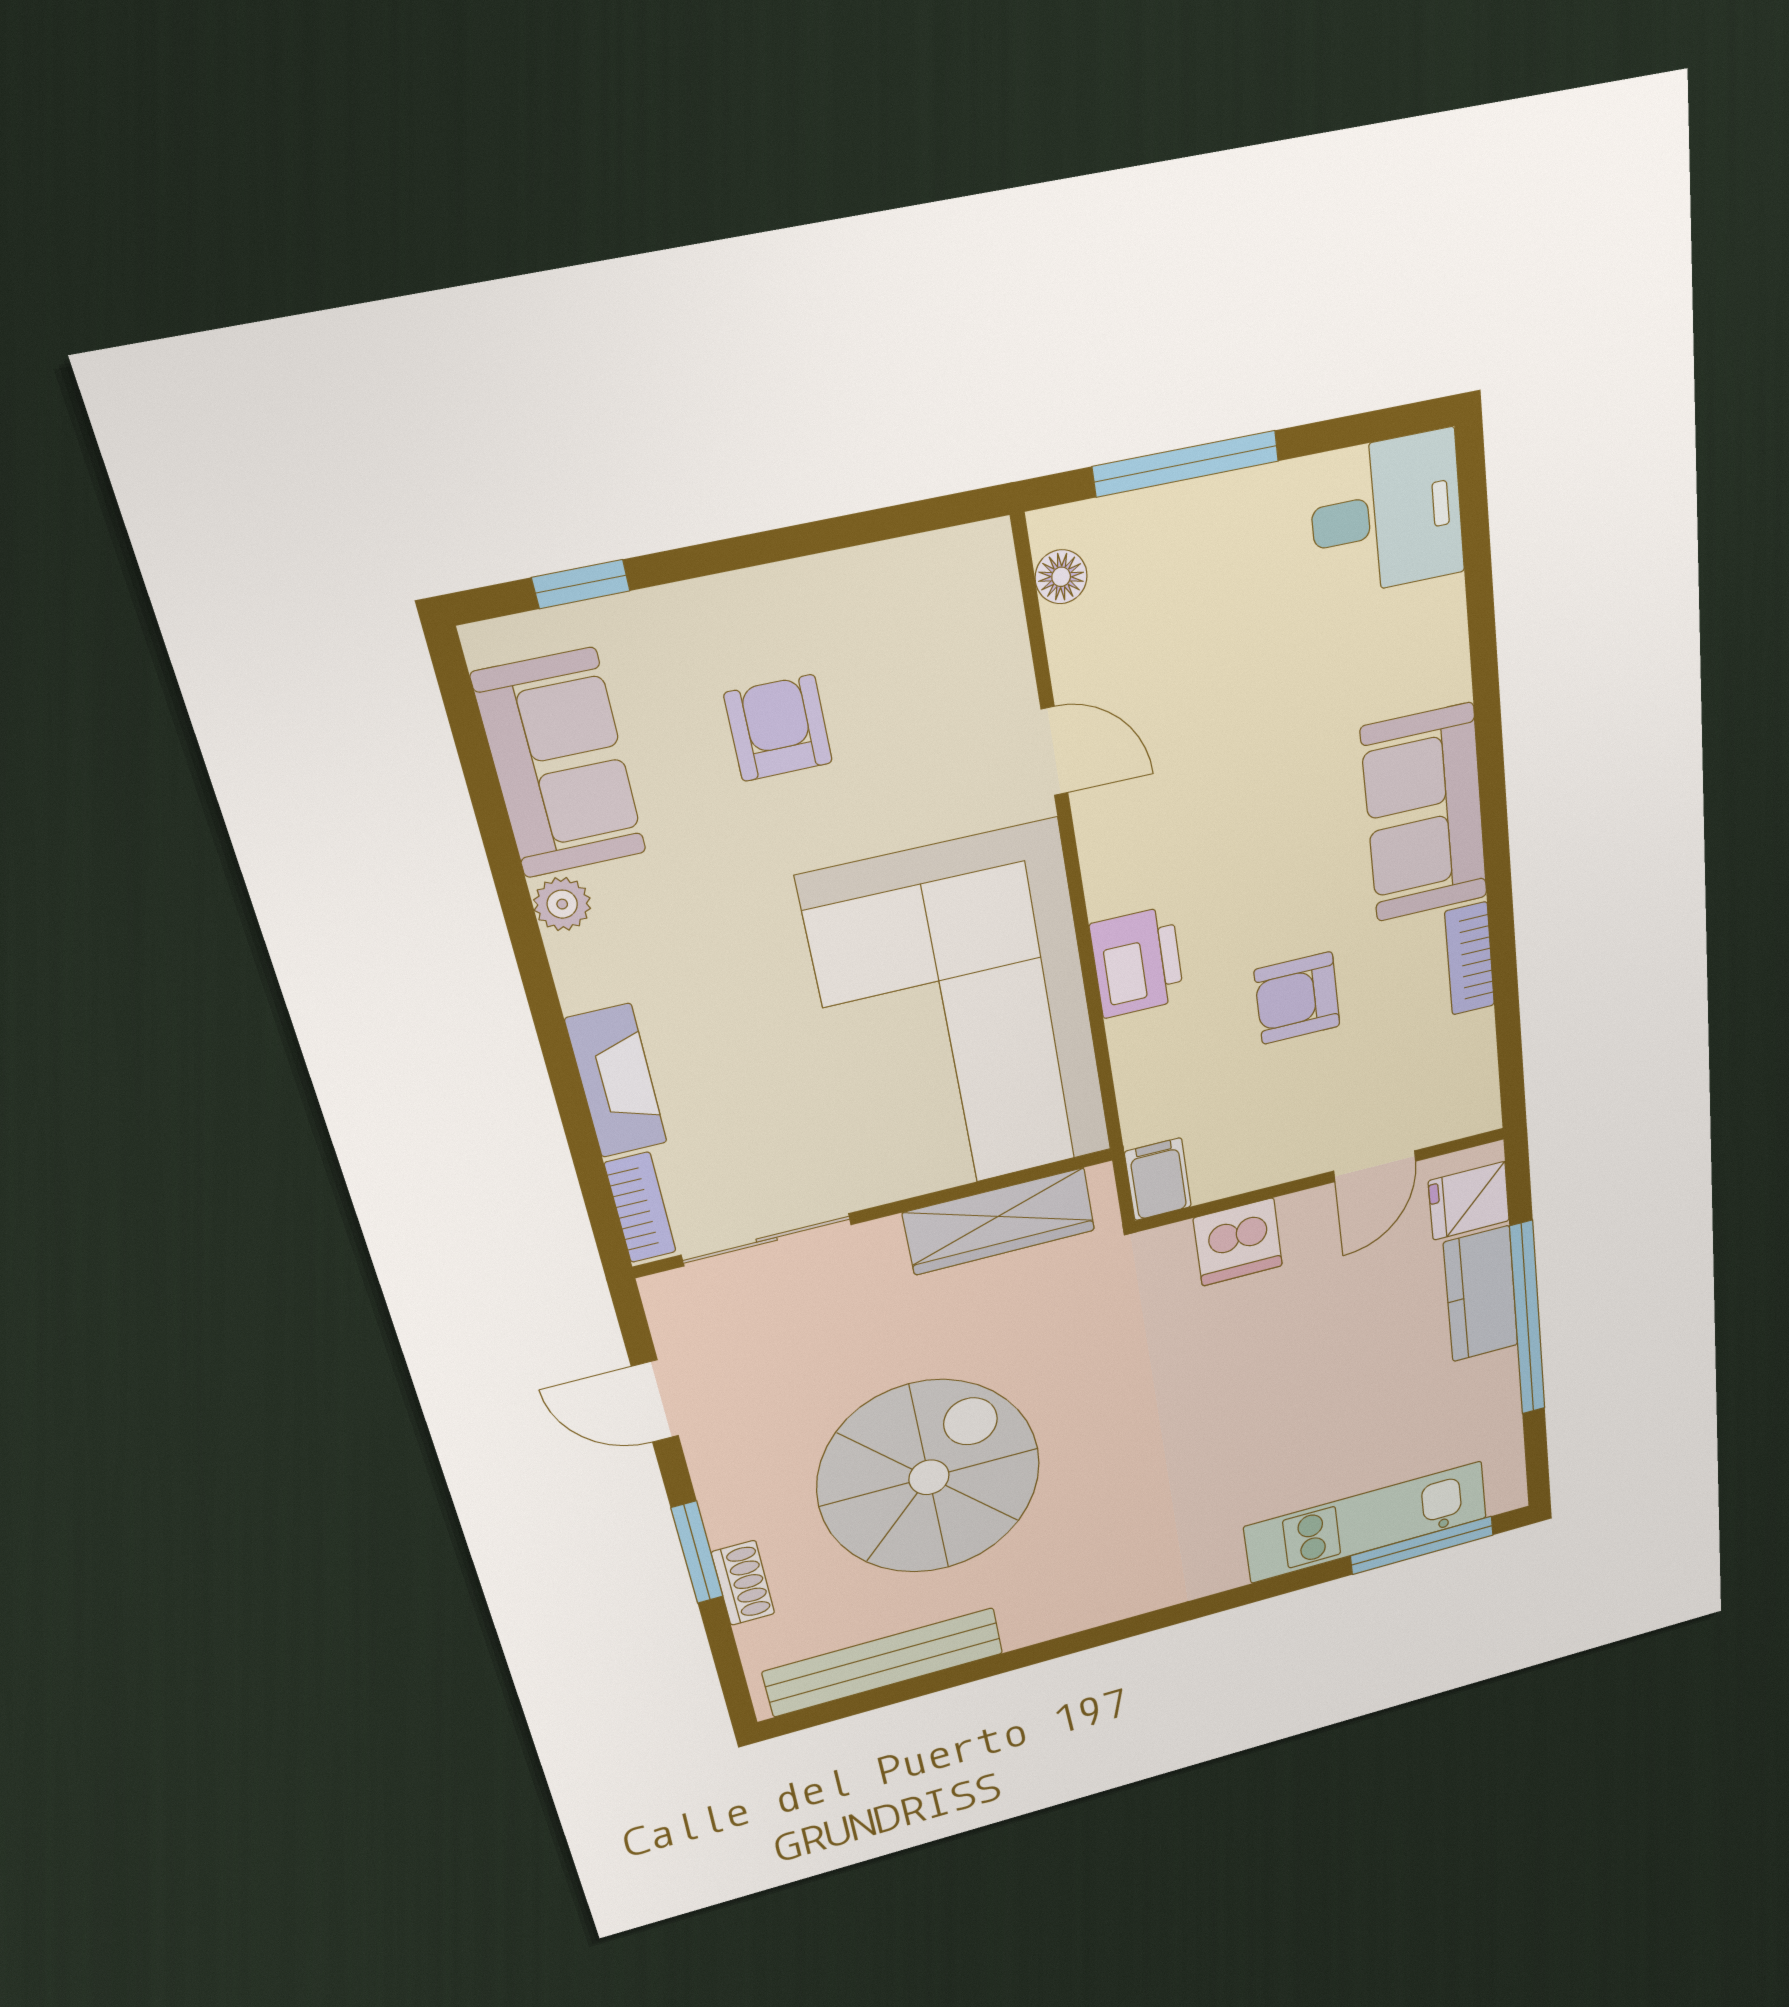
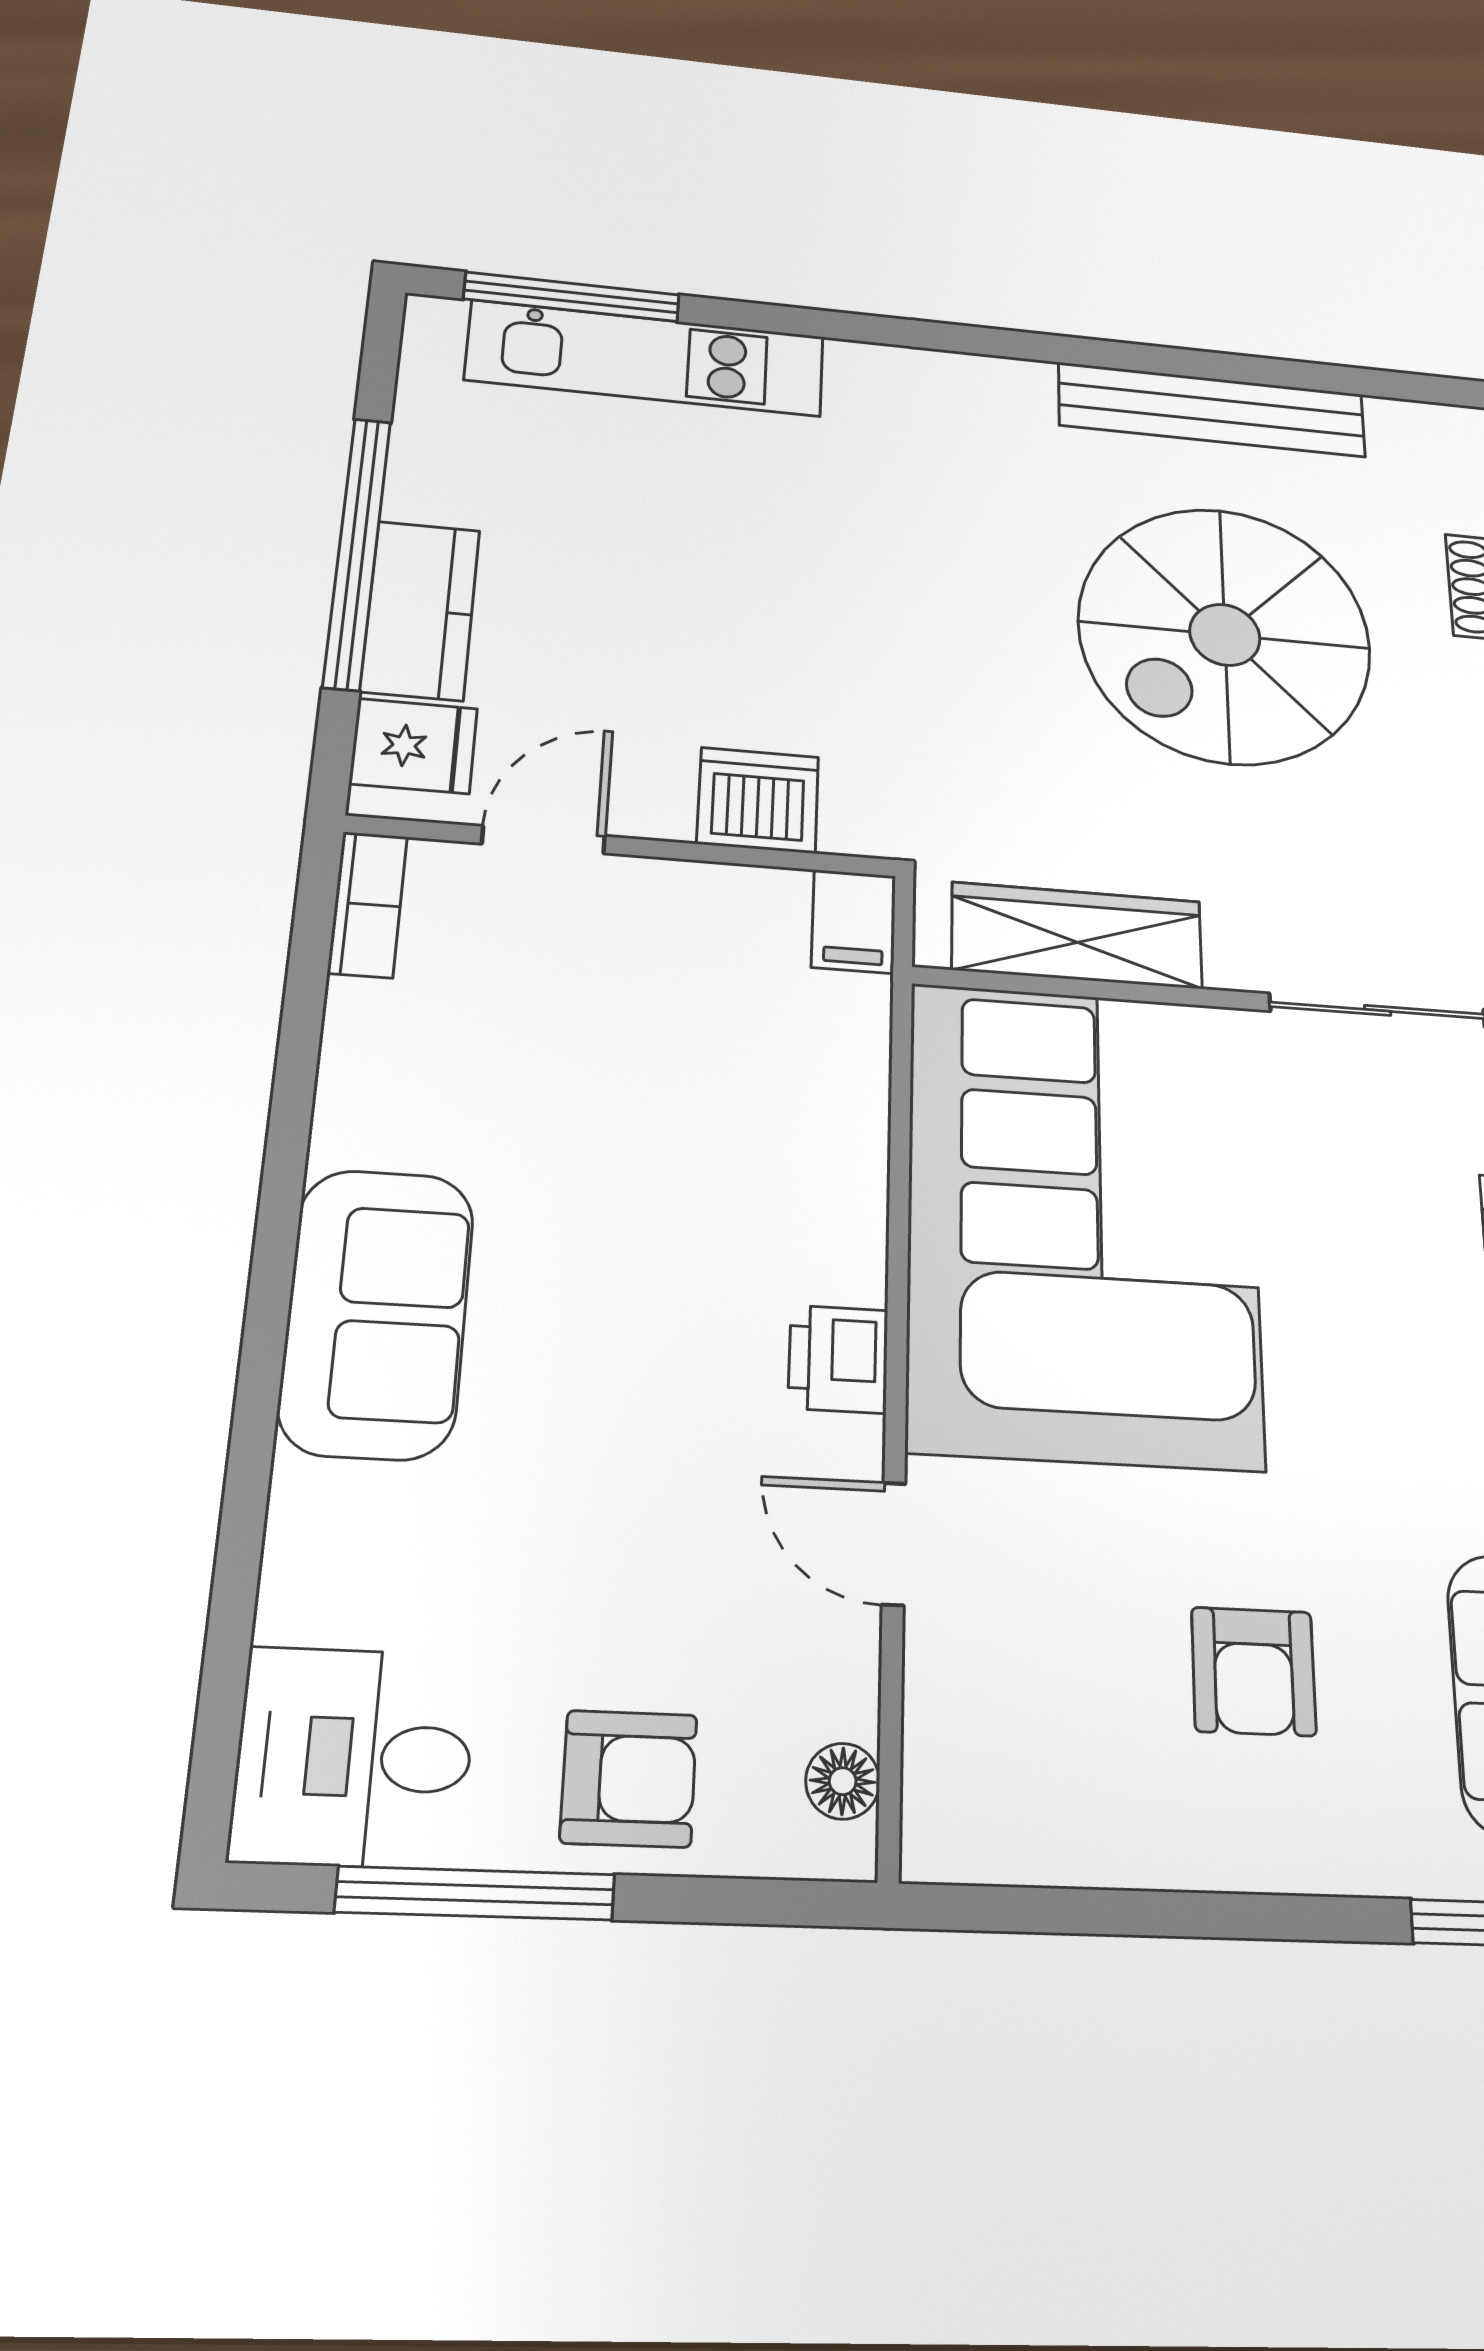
window: (1186, 464) -> (475, 1893), moved
bookcase: (1470, 959) -> (368, 904), moved
printer: (1137, 962) -> (838, 1359), moved, width x0.73, depth x0.81
armchair: (1297, 998) -> (629, 1779), moved
bench: (884, 1662) -> (1212, 410), moved

